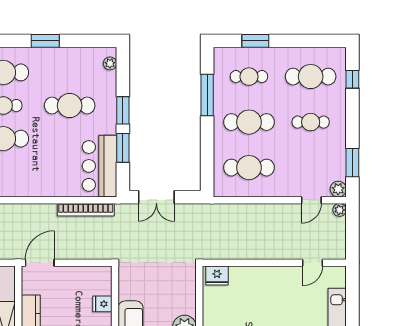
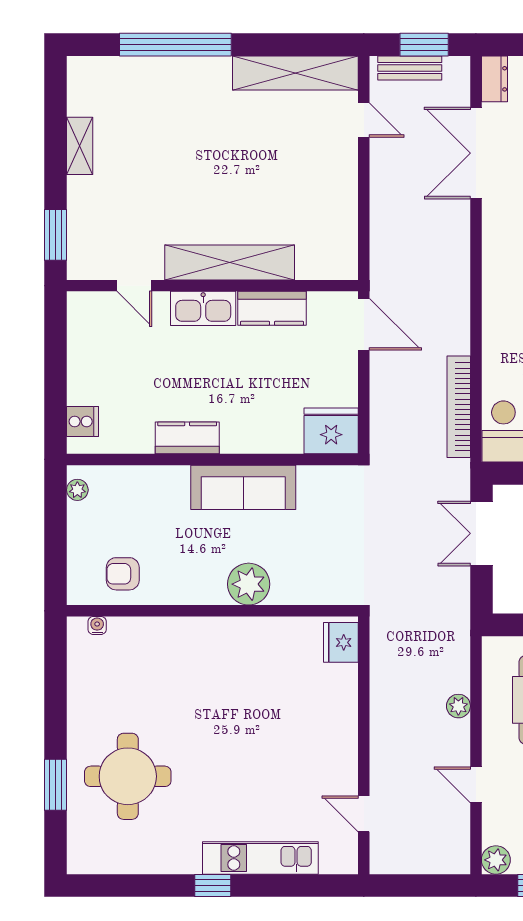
door: (311, 200) -> (476, 785), moved
plant: (340, 210) -> (458, 706), moved
fridge: (102, 304) -> (331, 431), moved, width x1.88, depth x1.34

